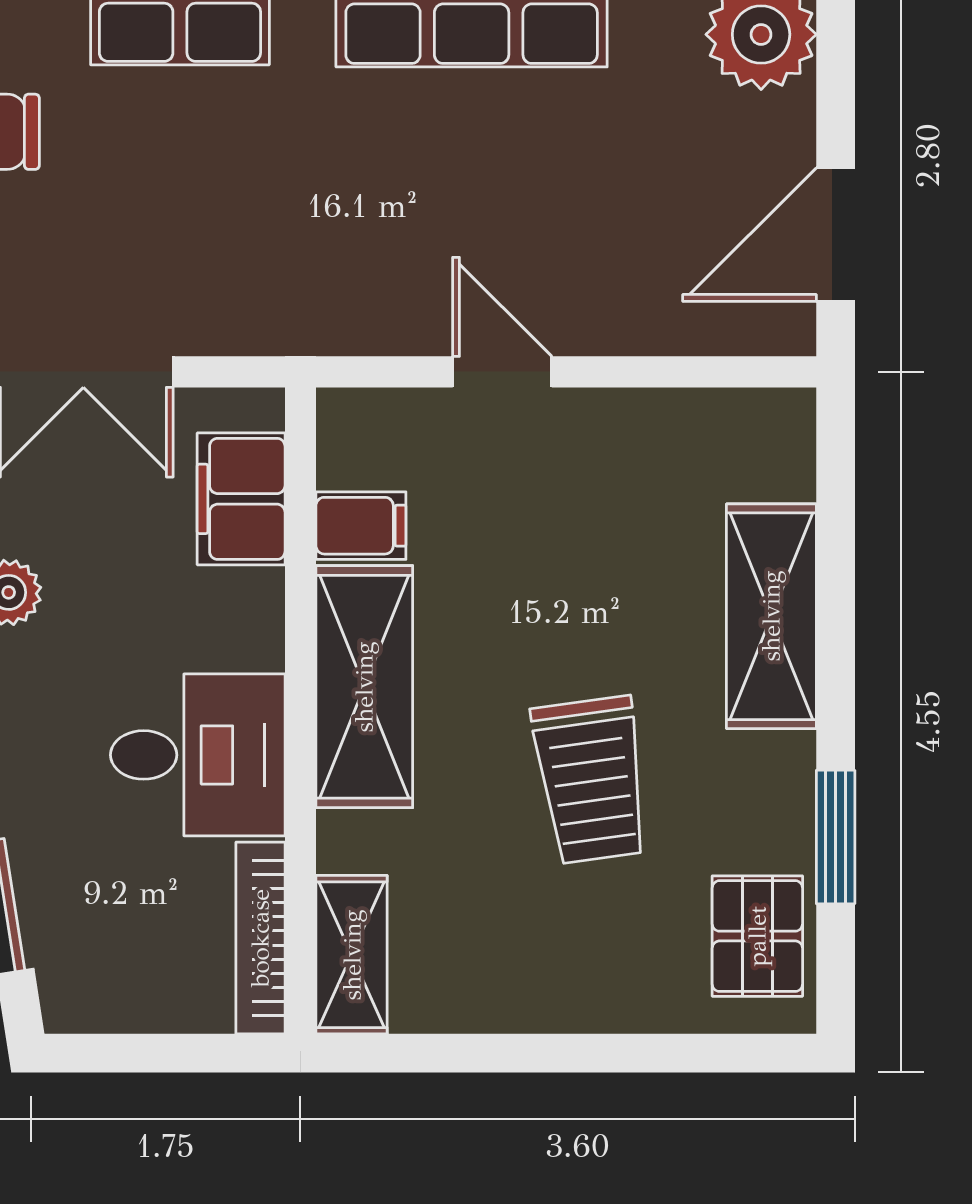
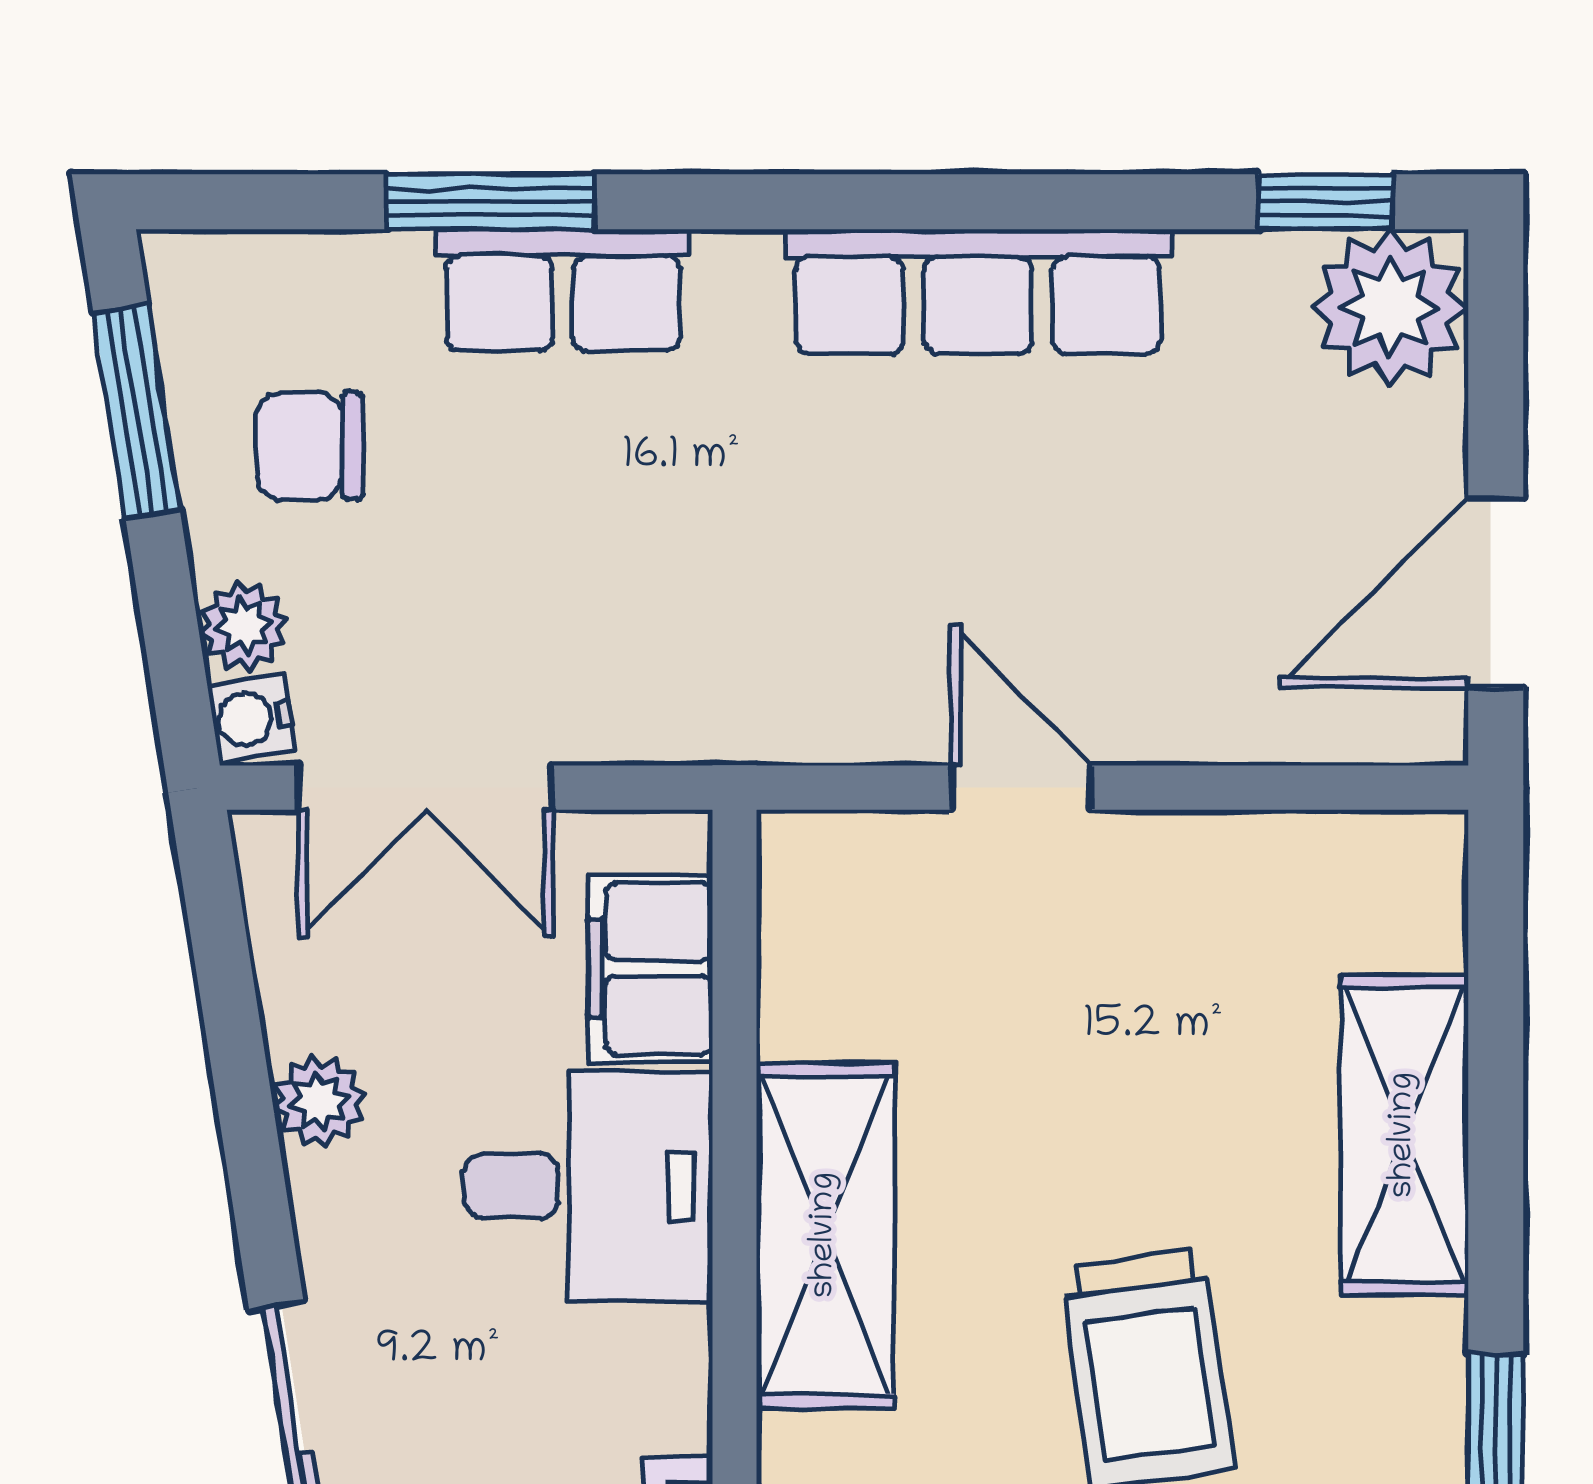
filing cabinet: (361, 526) -> (821, 1006), removed
desk: (198, 755) -> (588, 1186), moved

